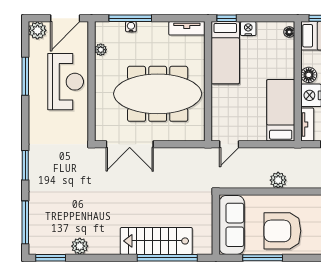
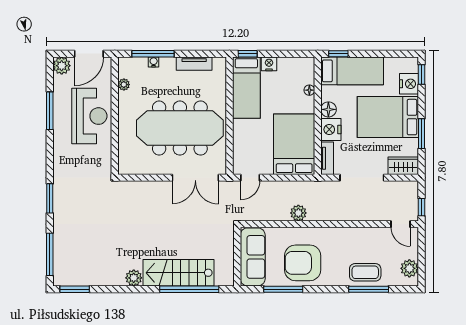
tv unit: (187, 28) -> (194, 64), moved
floor lamp: (289, 32) -> (309, 90), moved
bed: (281, 110) -> (294, 144), width x1.50
double door: (130, 144) -> (195, 178), moved
plant: (80, 246) -> (134, 278), moved

